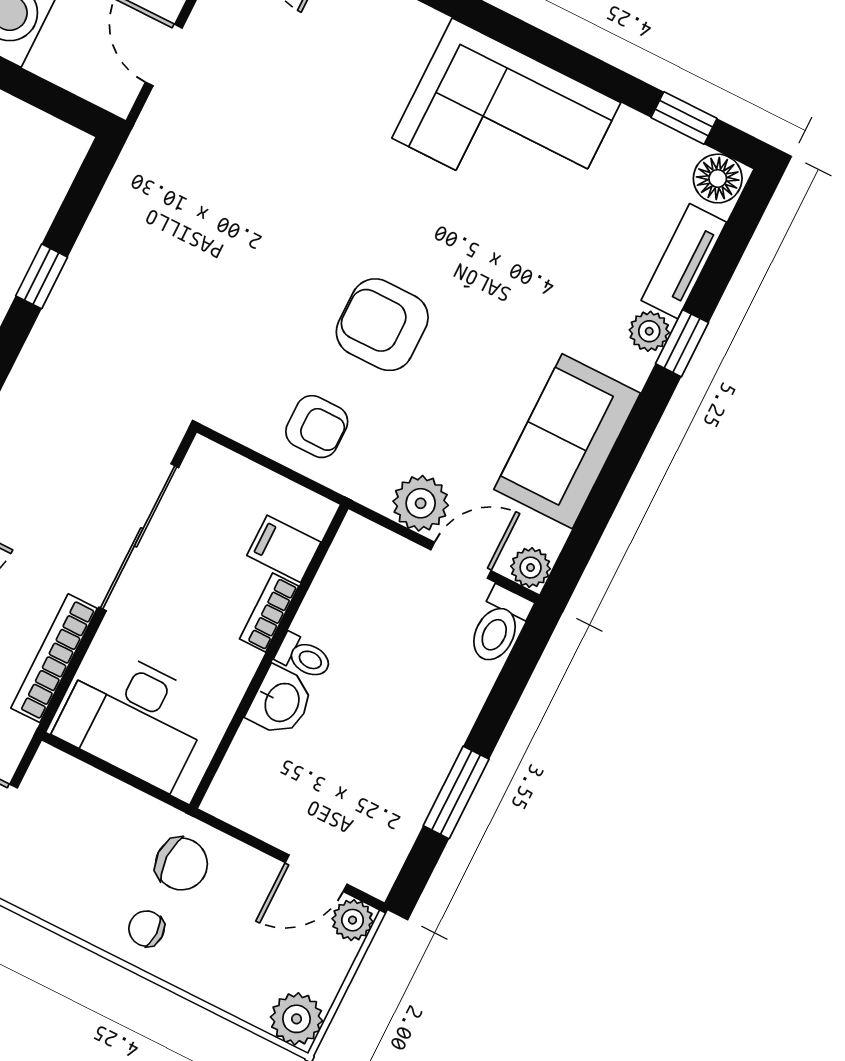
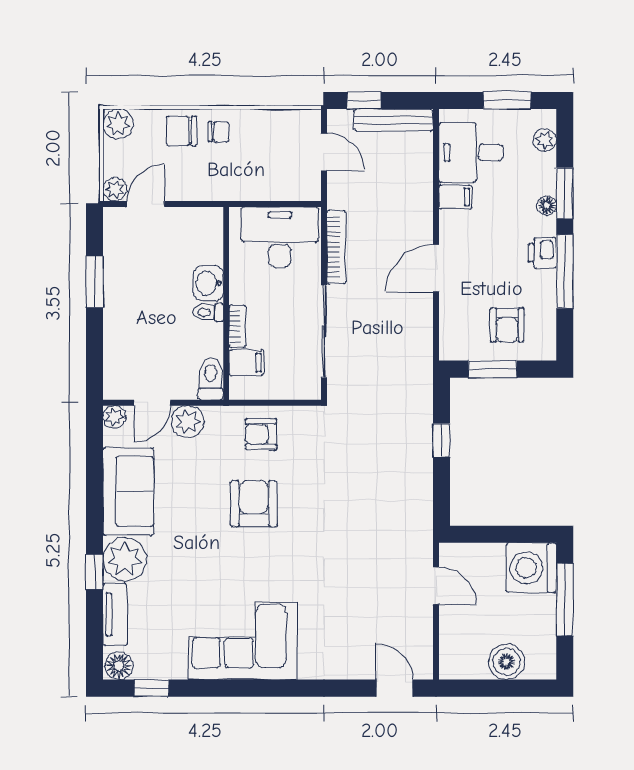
armchair: (382, 325) -> (254, 504), turned -90
plant: (649, 331) -> (125, 559), width x1.87, depth x1.87
toilet: (499, 626) -> (211, 379), moved
chair: (181, 864) -> (181, 131), moved

